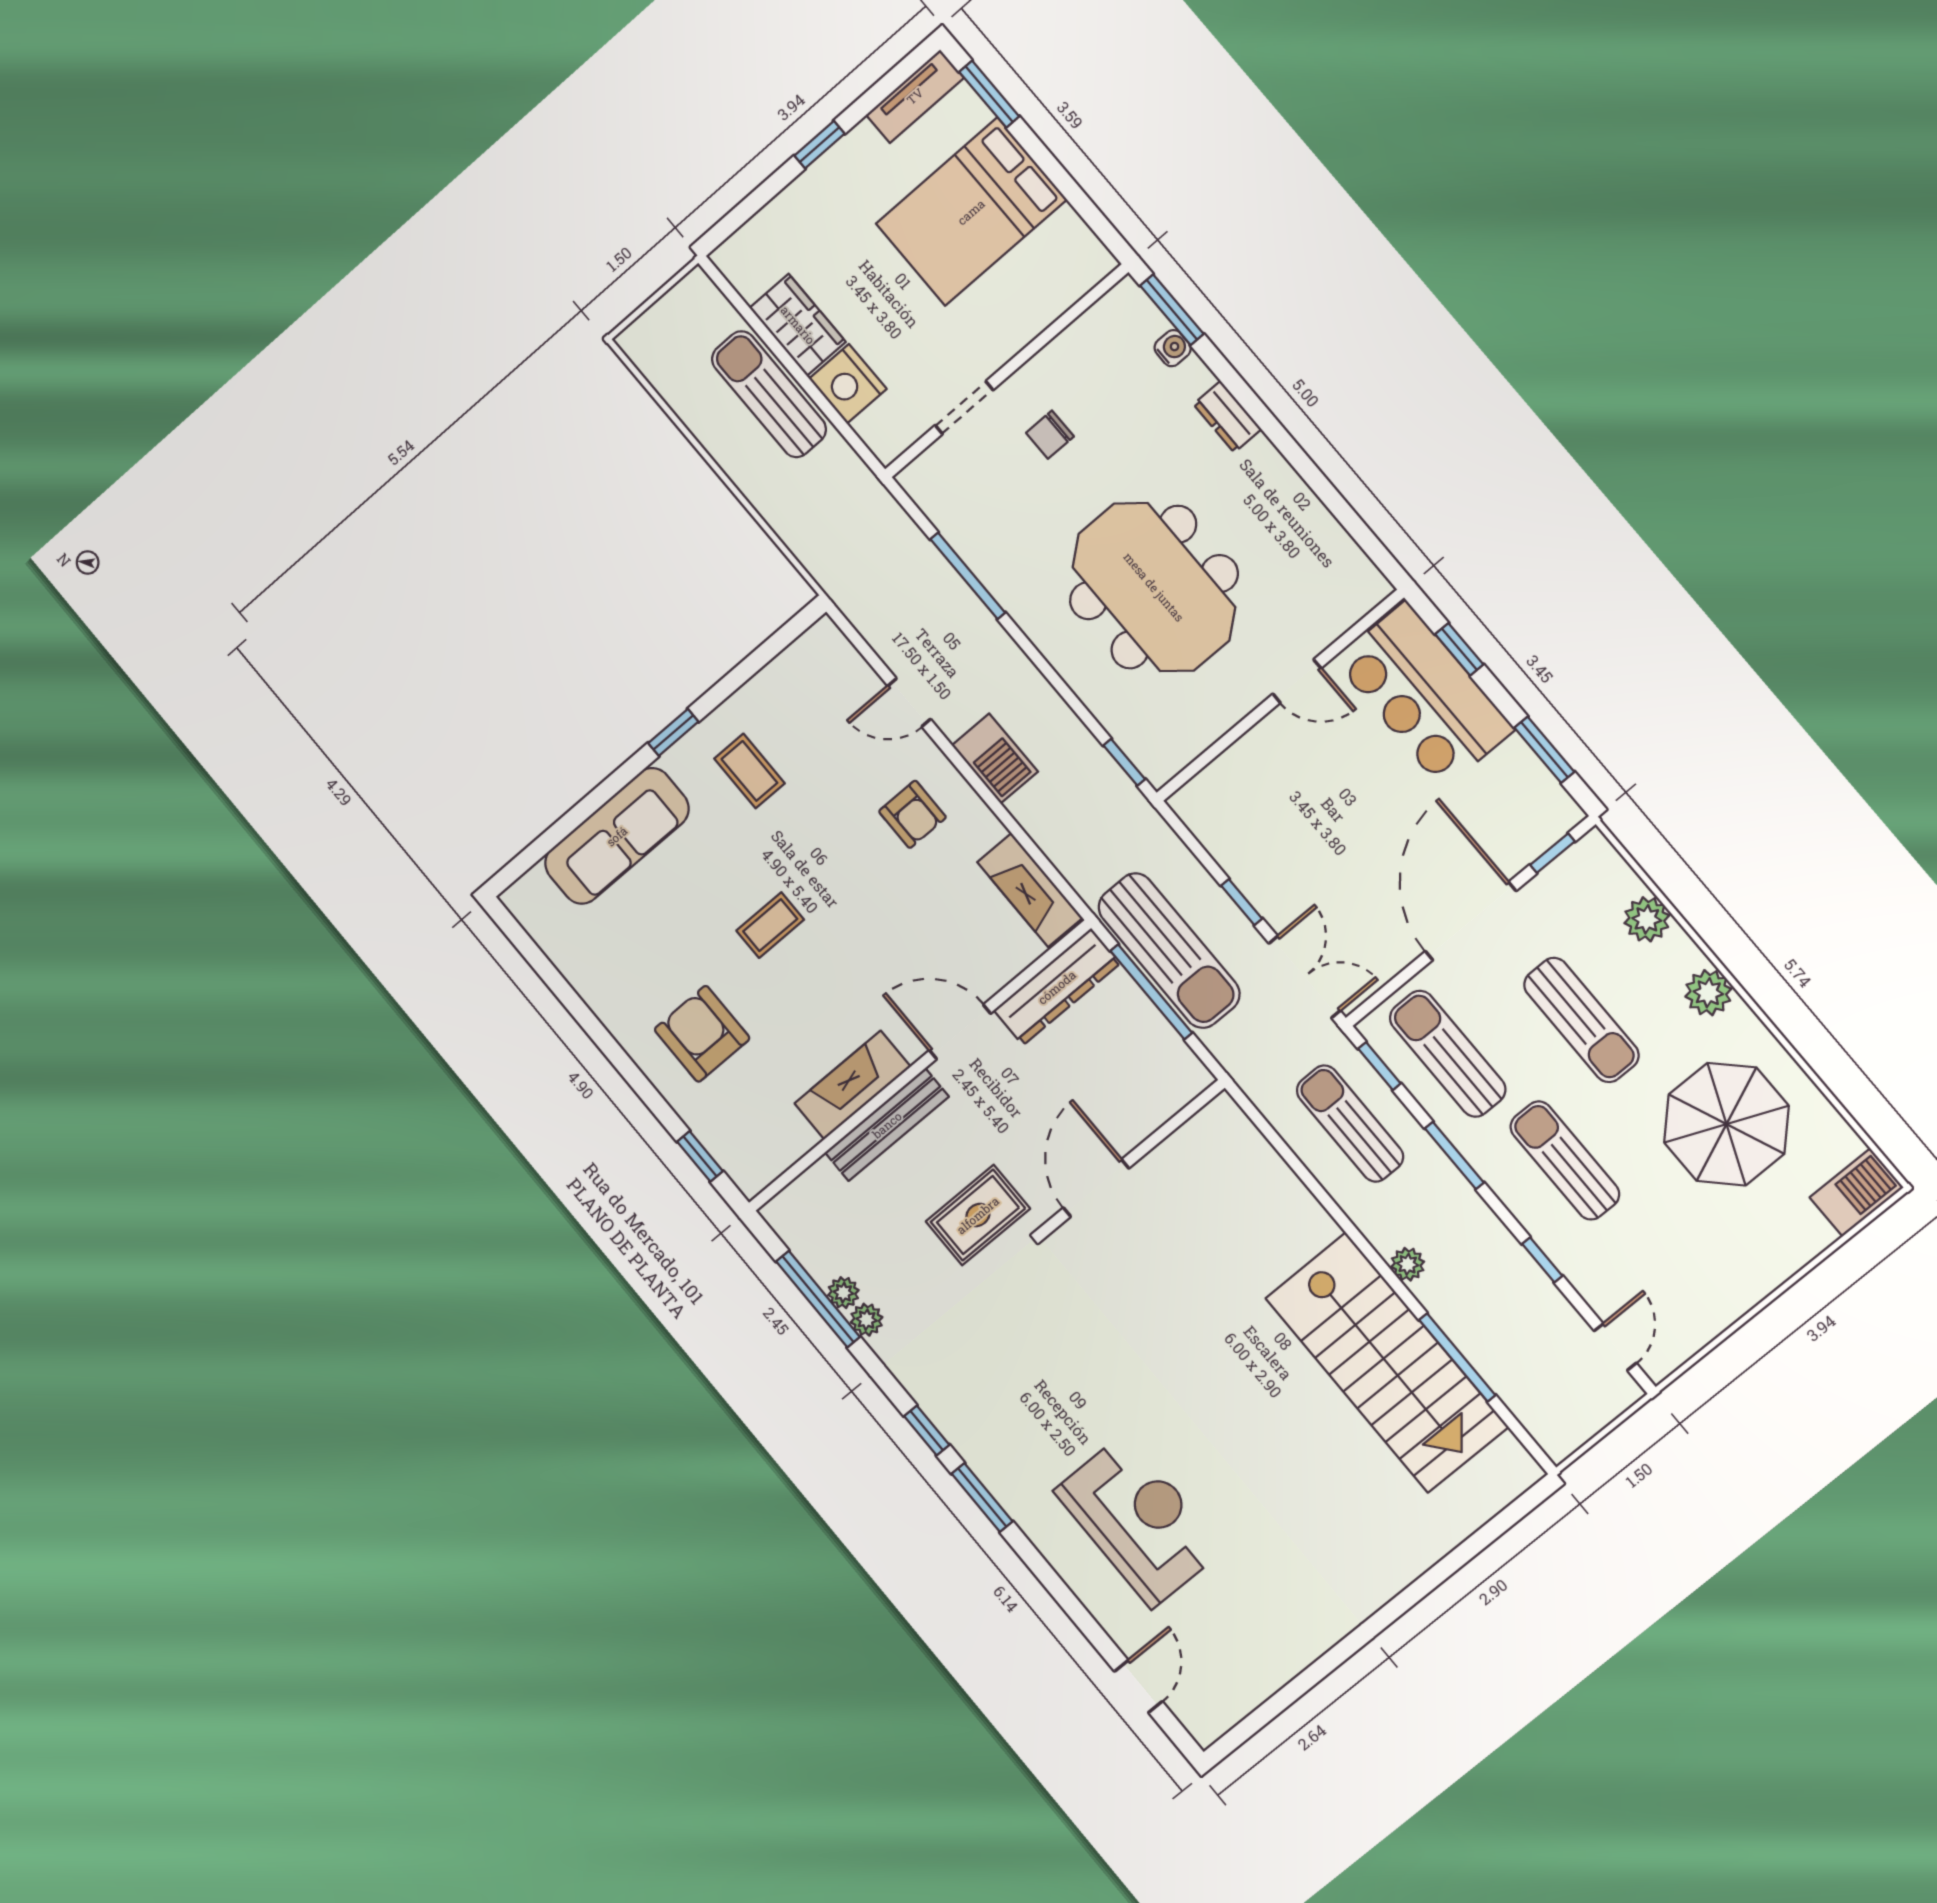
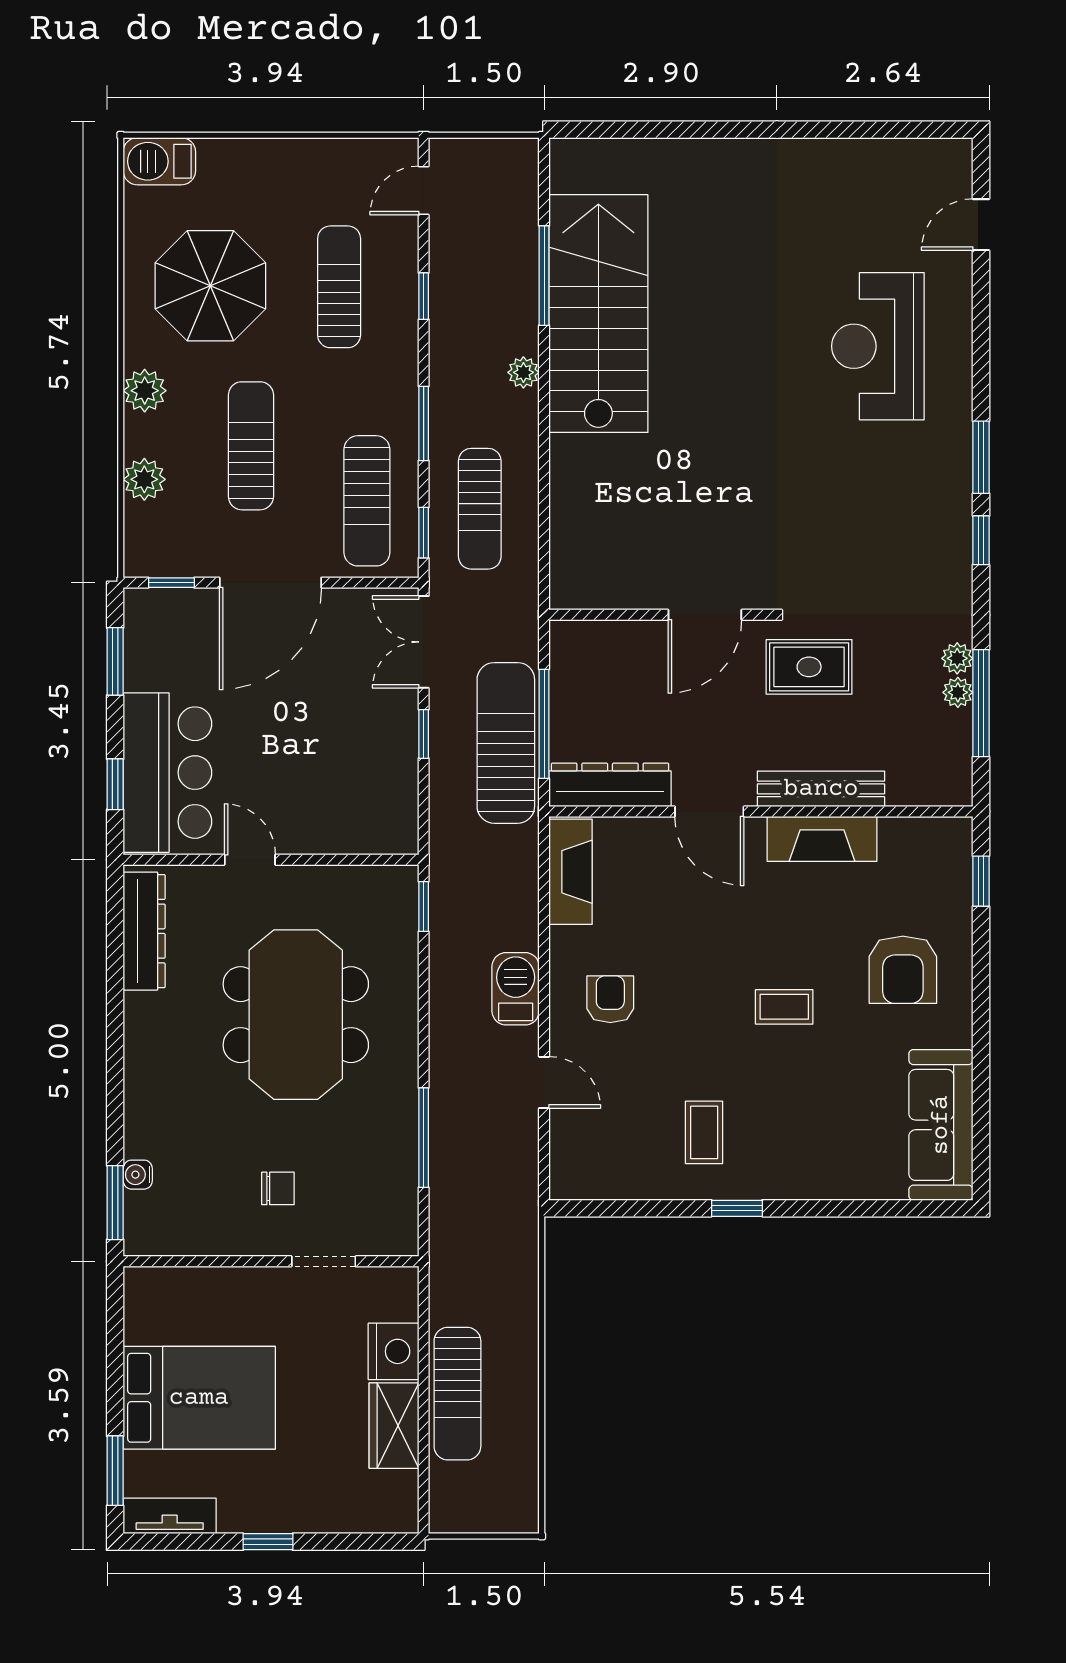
dresser: (1227, 417) -> (144, 931), moved, width x1.96, depth x1.24
sofa: (617, 836) -> (941, 1125), moved, turned -90
sun lounger: (1565, 1160) -> (339, 287), moved, turned 180

